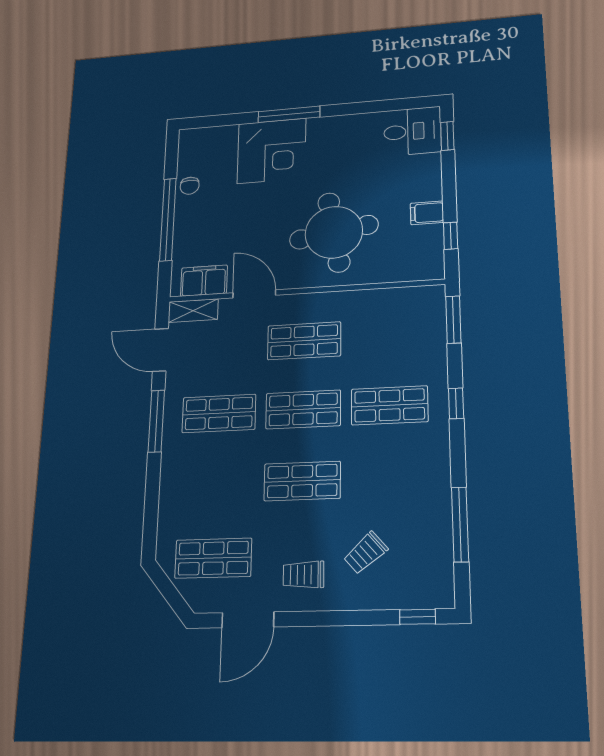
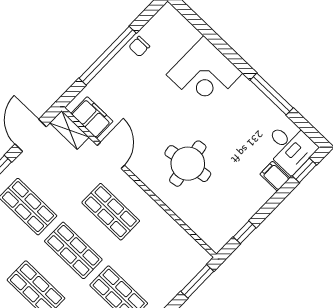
window: (289, 114) -> (272, 94), moved
filing cabinet: (427, 213) -> (275, 176), moved
round table: (334, 232) -> (188, 164), width x0.73, depth x0.73

